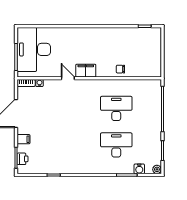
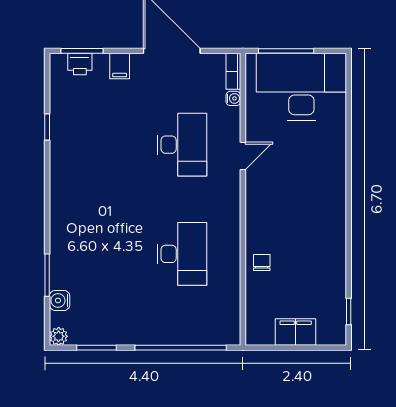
filing cabinet: (86, 71) -> (296, 332), moved, turned -90
desk: (116, 145) -> (182, 145), moved

